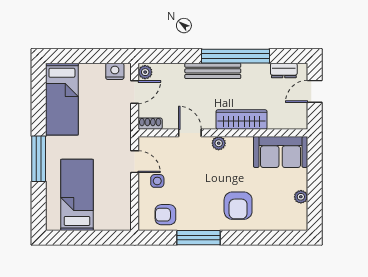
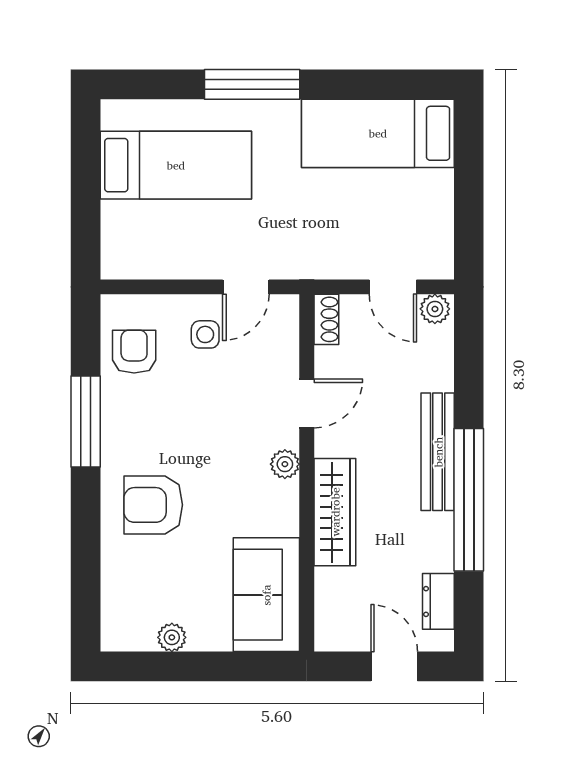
nightstand: (115, 71) -> (437, 245), removed

